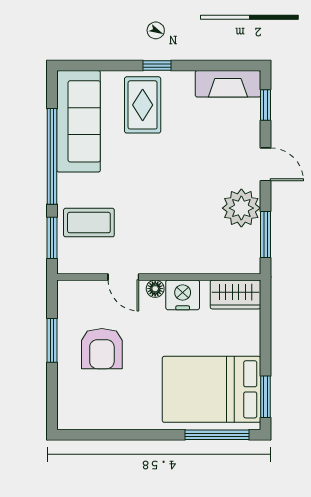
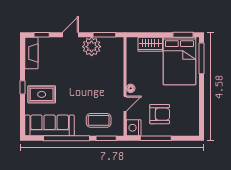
coffee table: (89, 223) -> (99, 120), turned 90
wardrobe: (235, 294) -> (150, 44), moved, turned 90
nightstand: (183, 295) -> (134, 128), moved
window: (52, 340) -> (156, 138), width x1.44

